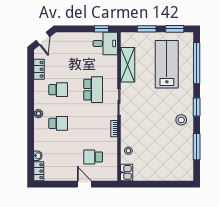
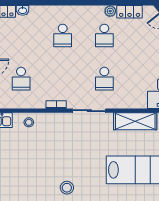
school desk: (93, 90) -> (104, 79), width x0.54
plant: (38, 114) -> (110, 11), moved
school desk: (93, 157) -> (21, 79), turned 180

